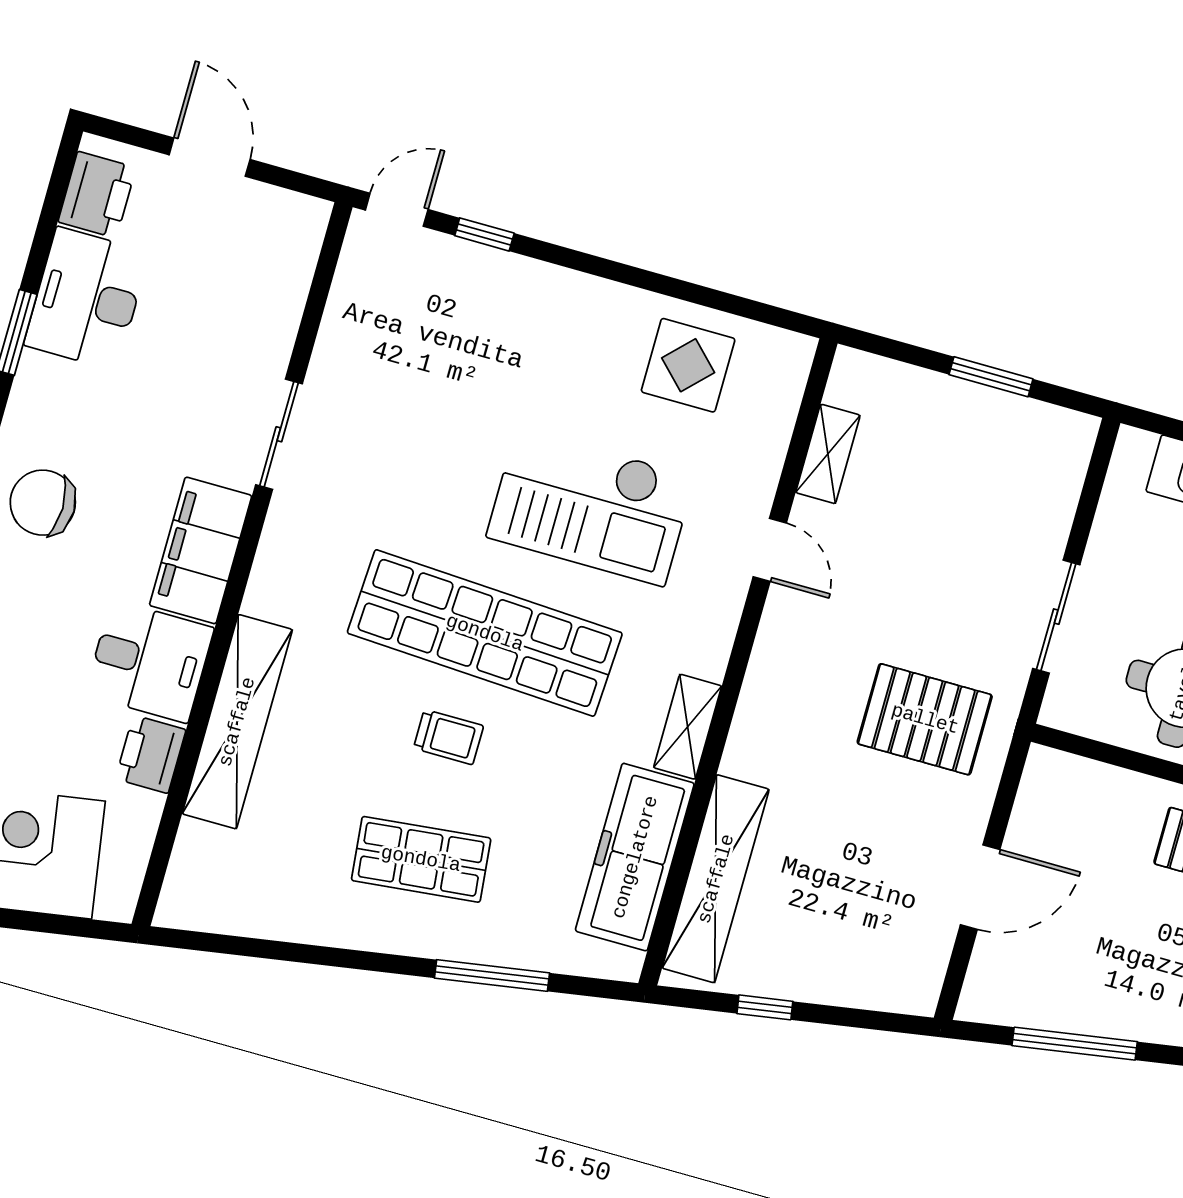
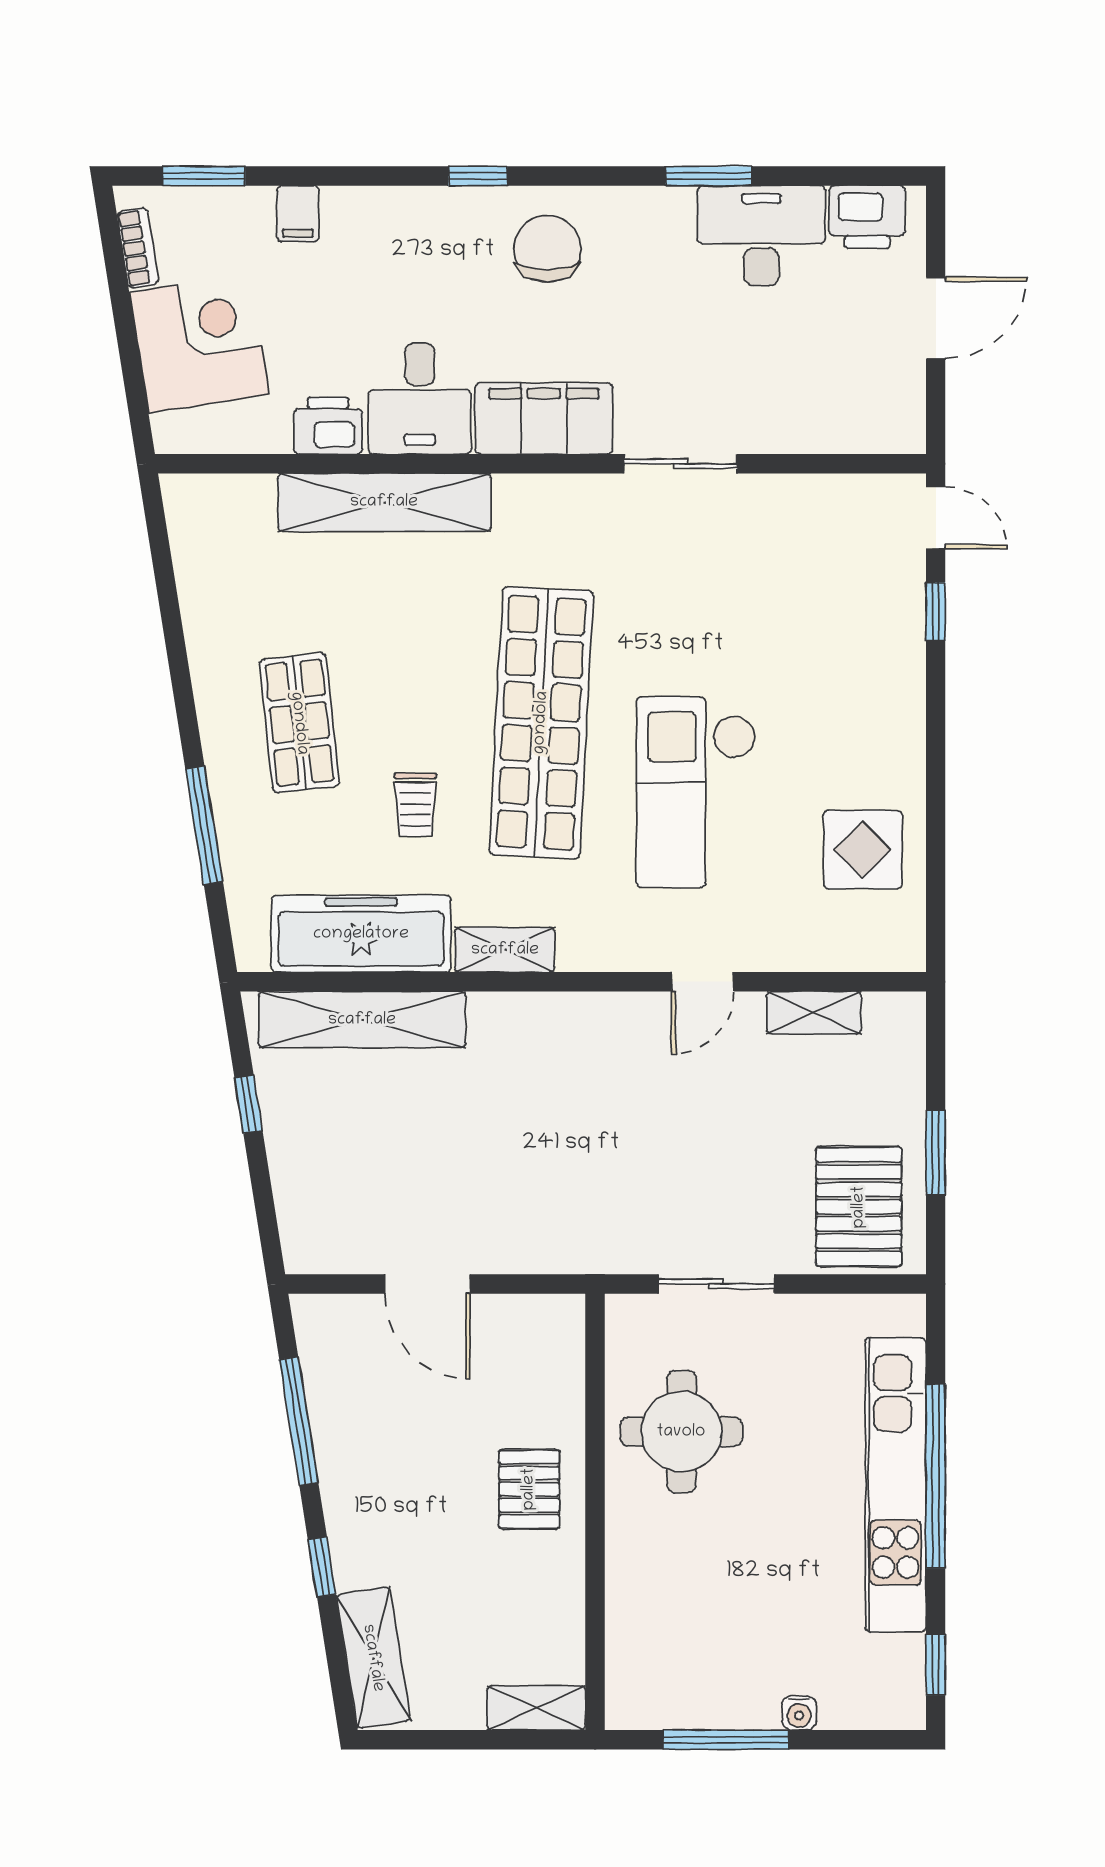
pallet: (925, 719) -> (859, 1207), moved
trolley: (448, 737) -> (415, 805), moved

